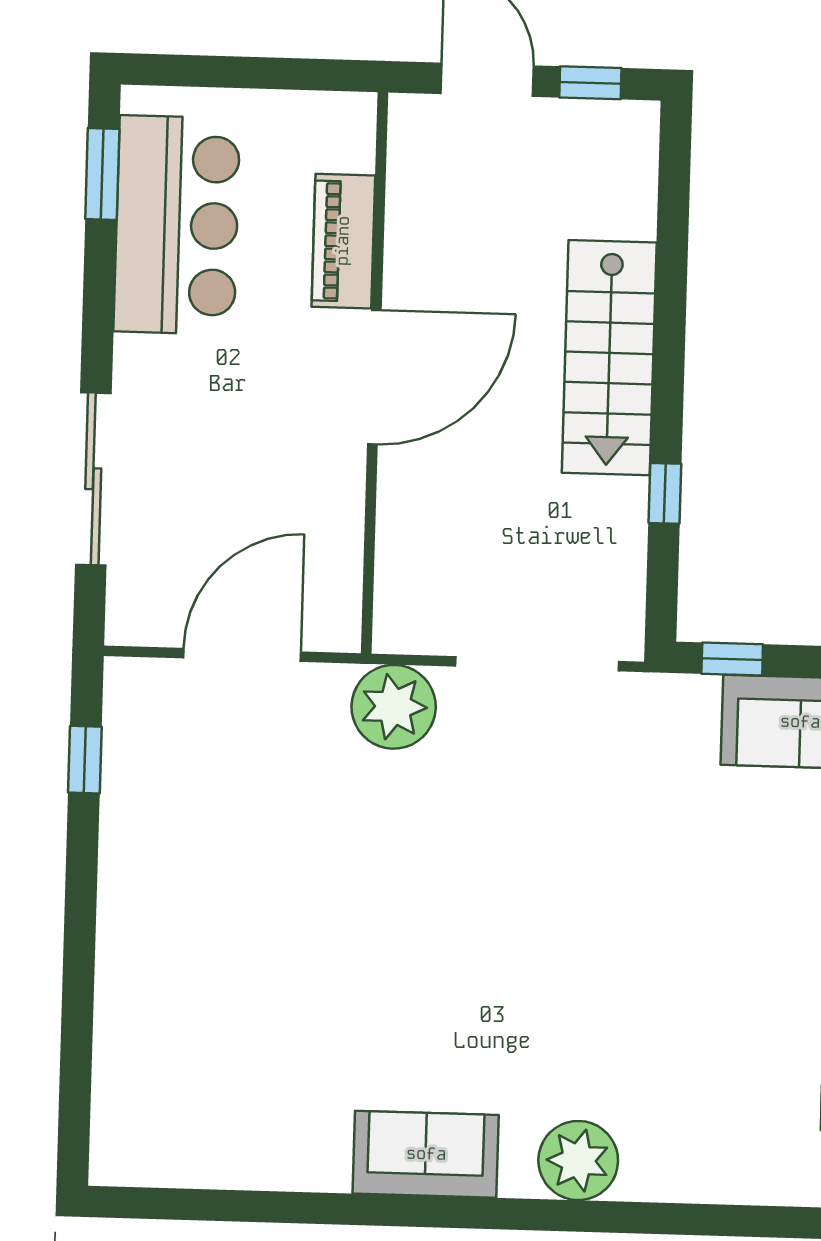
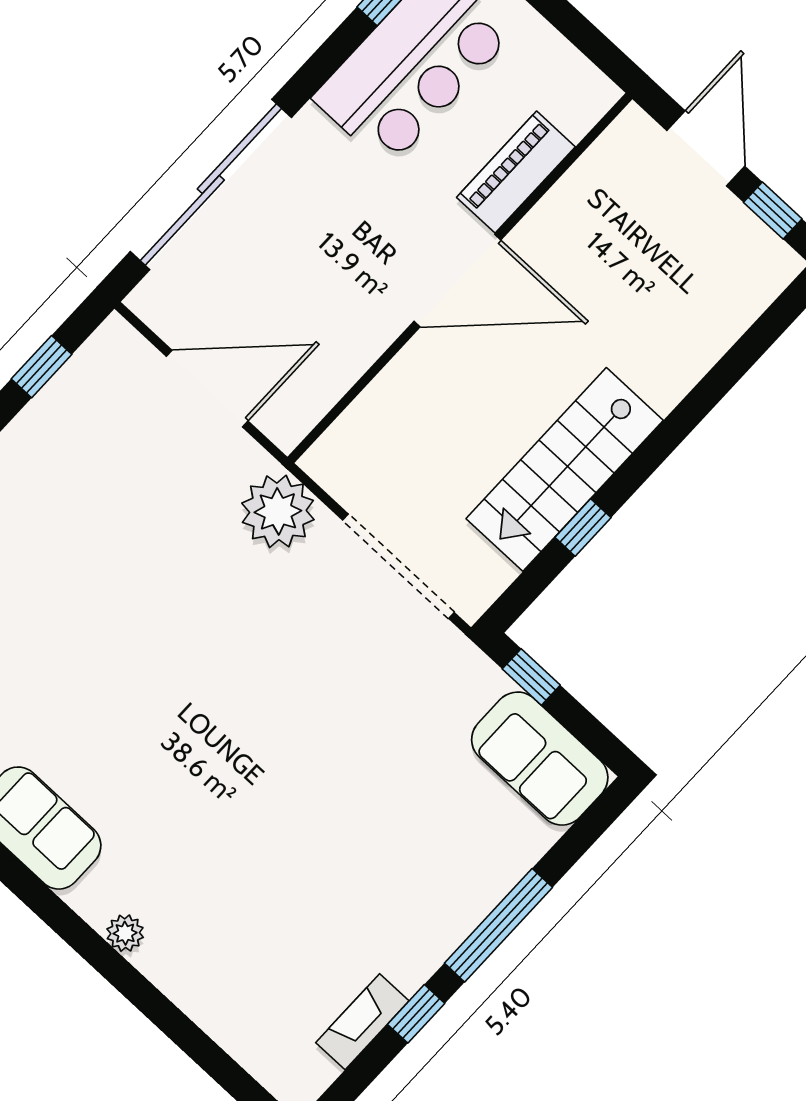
stairs: (609, 358) -> (565, 469), moved
sliding door: (93, 479) -> (211, 184), width x1.36
plant: (578, 1160) -> (125, 933), width x0.53, depth x0.53

